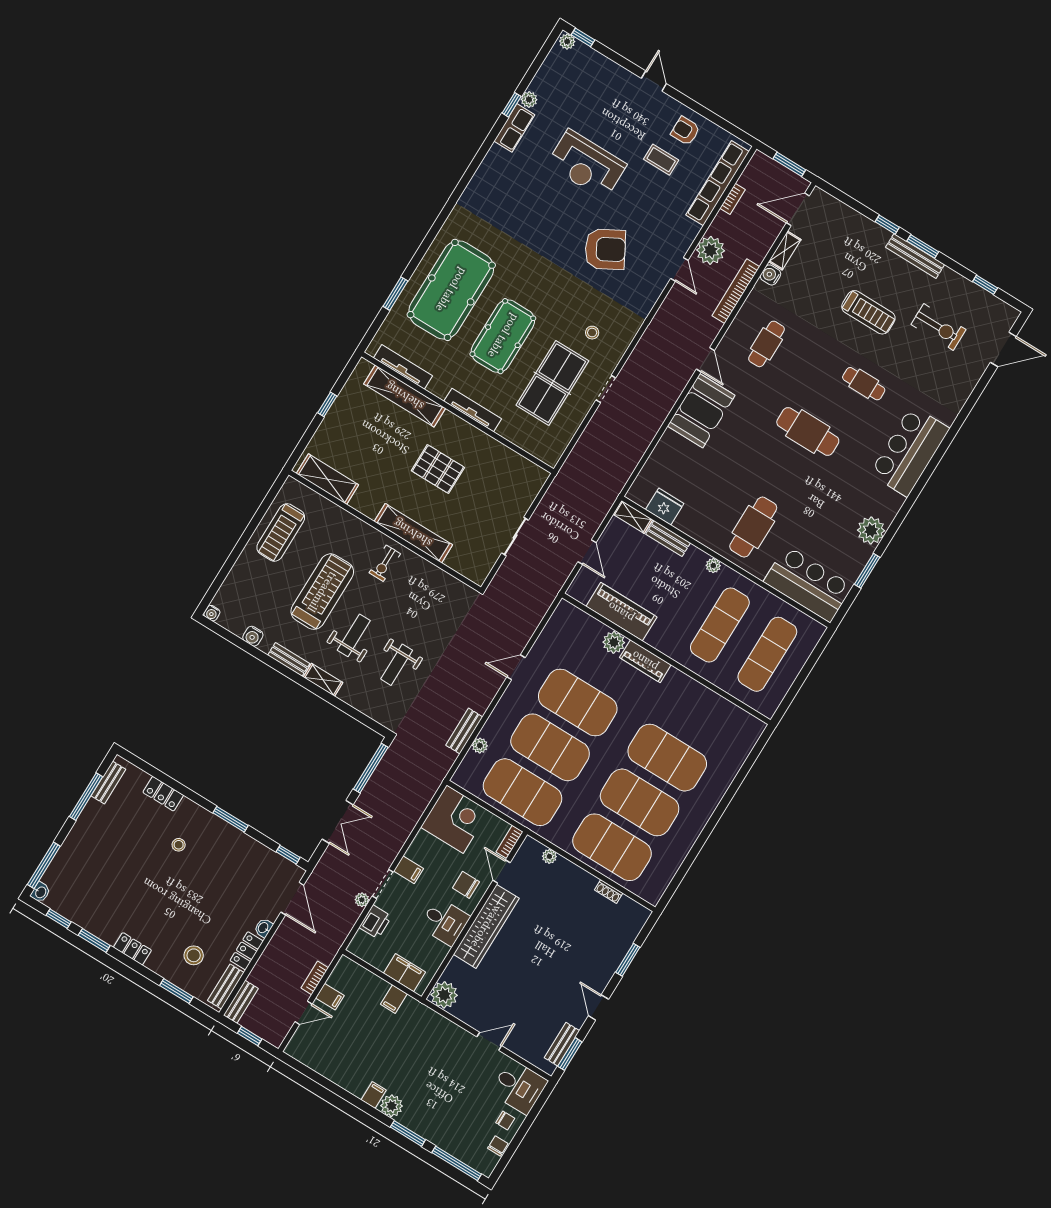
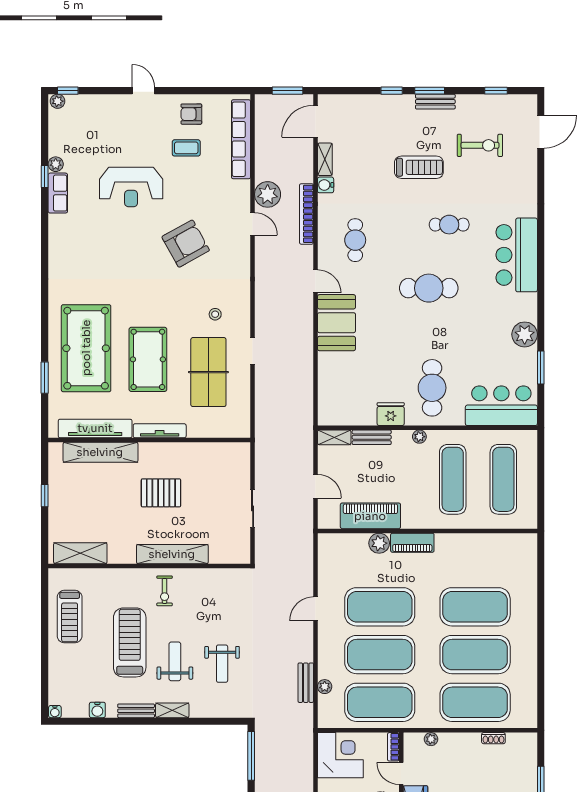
bookcase: (732, 199) -> (260, 144), removed
bench: (915, 256) -> (435, 102), width x0.73
tv unit: (403, 367) -> (95, 428), width x1.36, depth x1.29
fridge: (665, 507) -> (391, 414), moved

